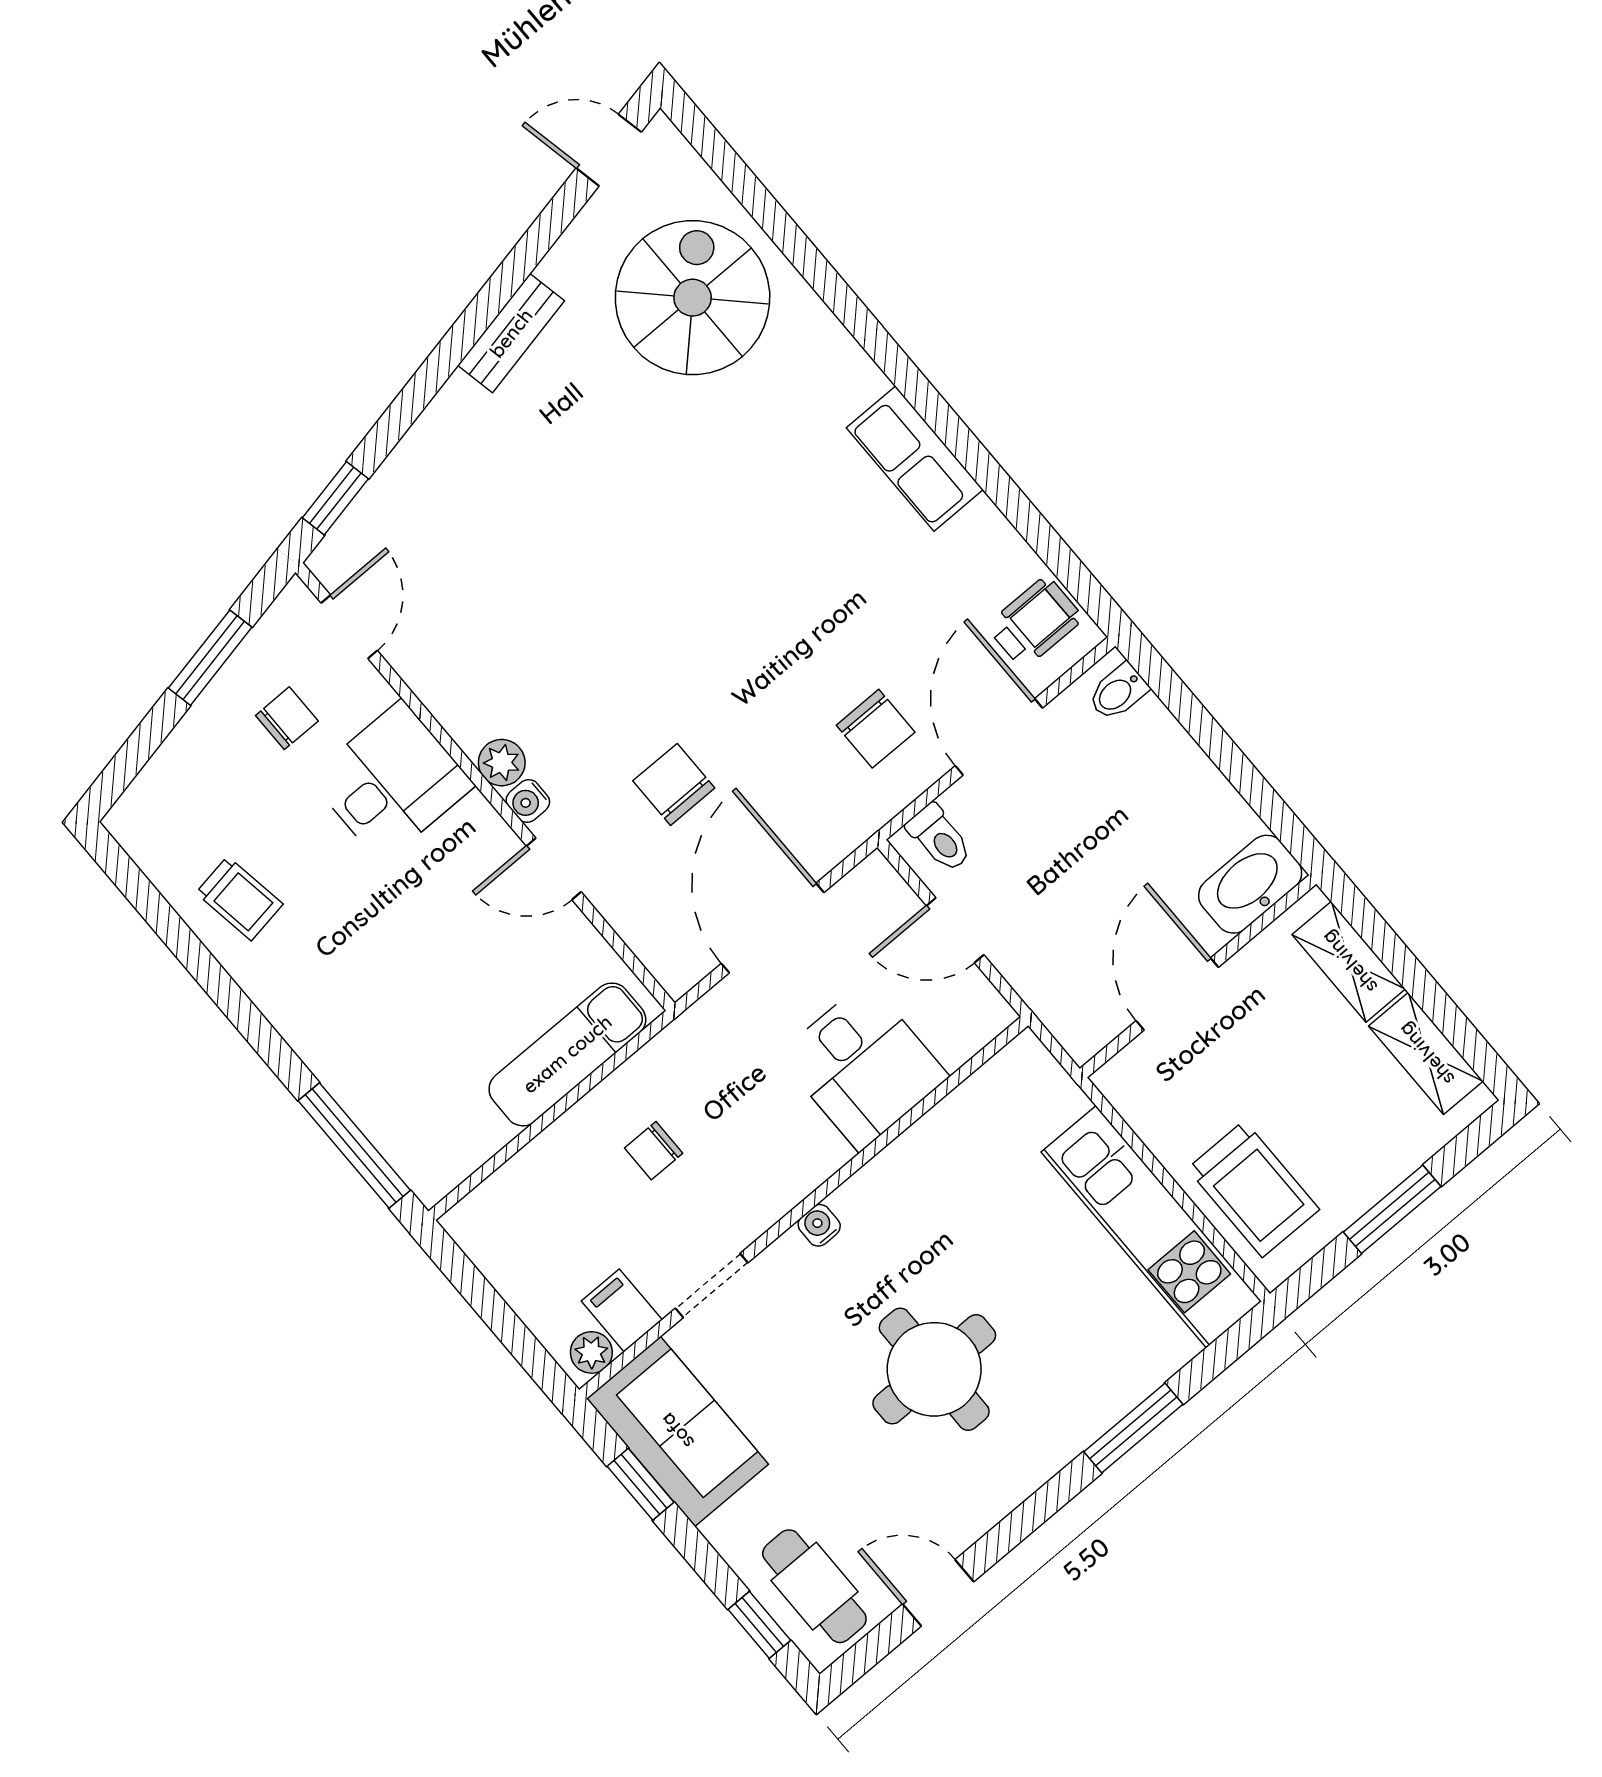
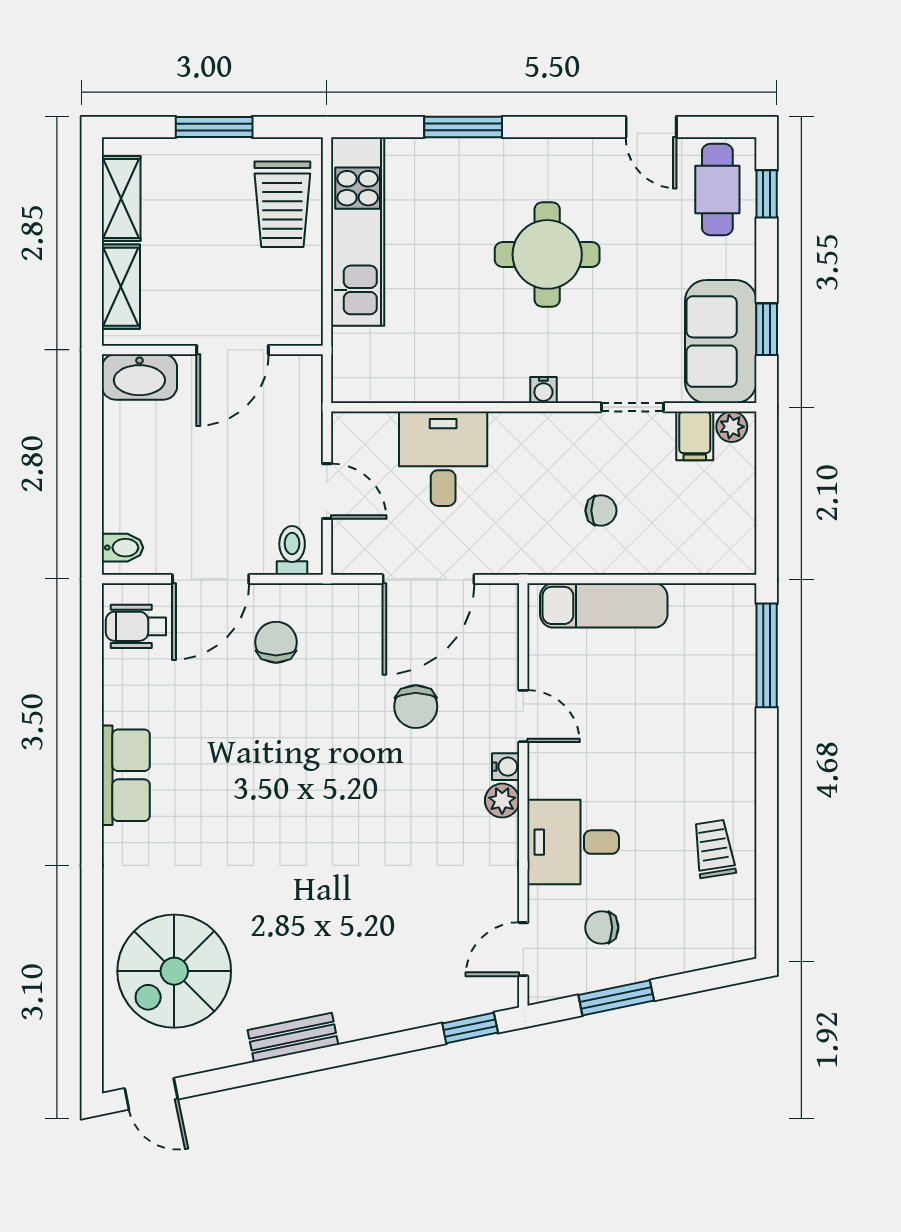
trolley: (1253, 1189) -> (282, 204), turned 180

